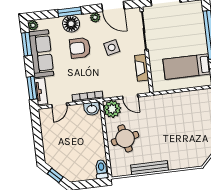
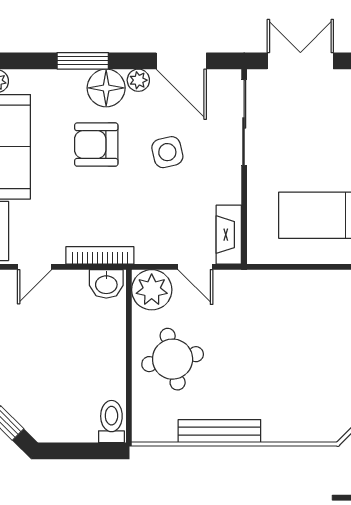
floor lamp: (71, 24) -> (106, 88), moved
fireplace: (142, 68) -> (229, 235), moved

